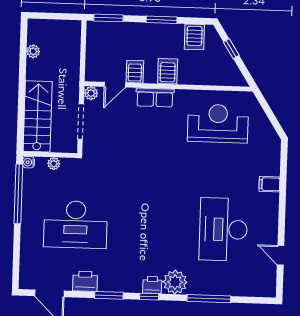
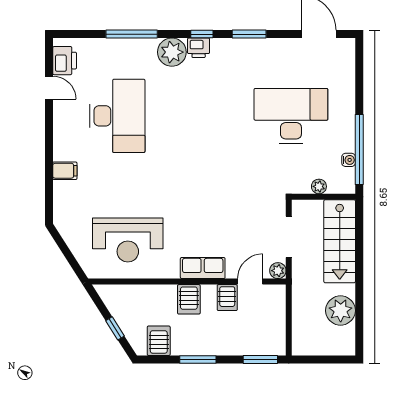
plant: (33, 51) -> (341, 311), width x1.88, depth x1.88
water cooler: (29, 162) -> (349, 160), moved
printer: (85, 281) -> (65, 61), moved, turned -90

